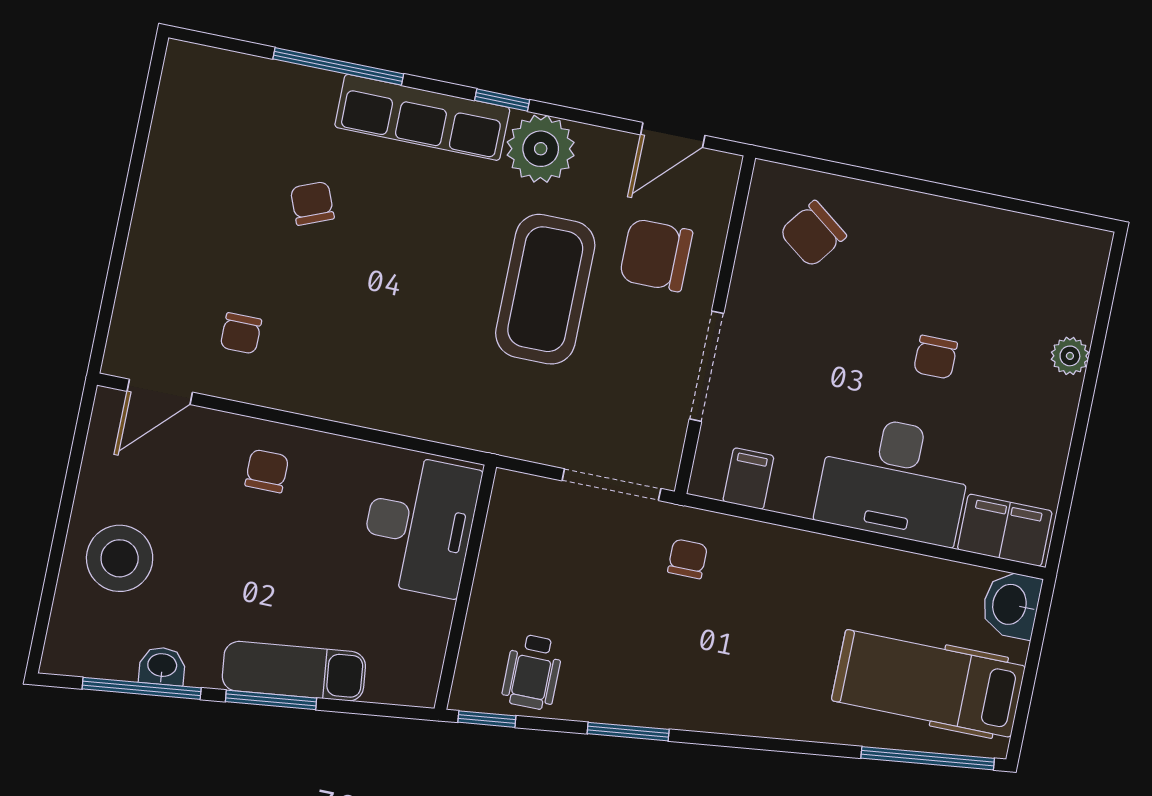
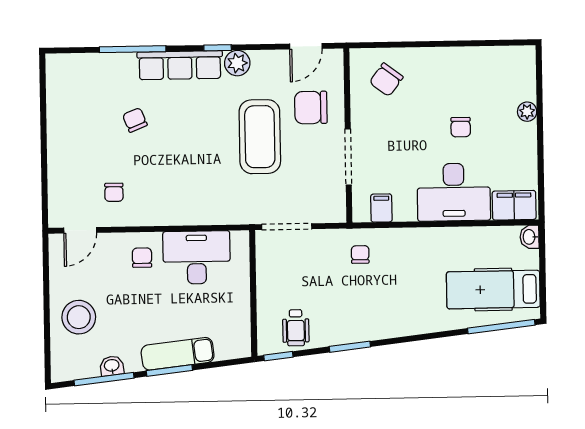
plant: (541, 149) -> (237, 63), width x0.73, depth x0.73
doorway: (611, 485) -> (287, 227), moved
desk: (419, 525) -> (197, 257), moved, turned -90
washbasin: (1011, 605) -> (530, 237), width x0.72, depth x0.69

